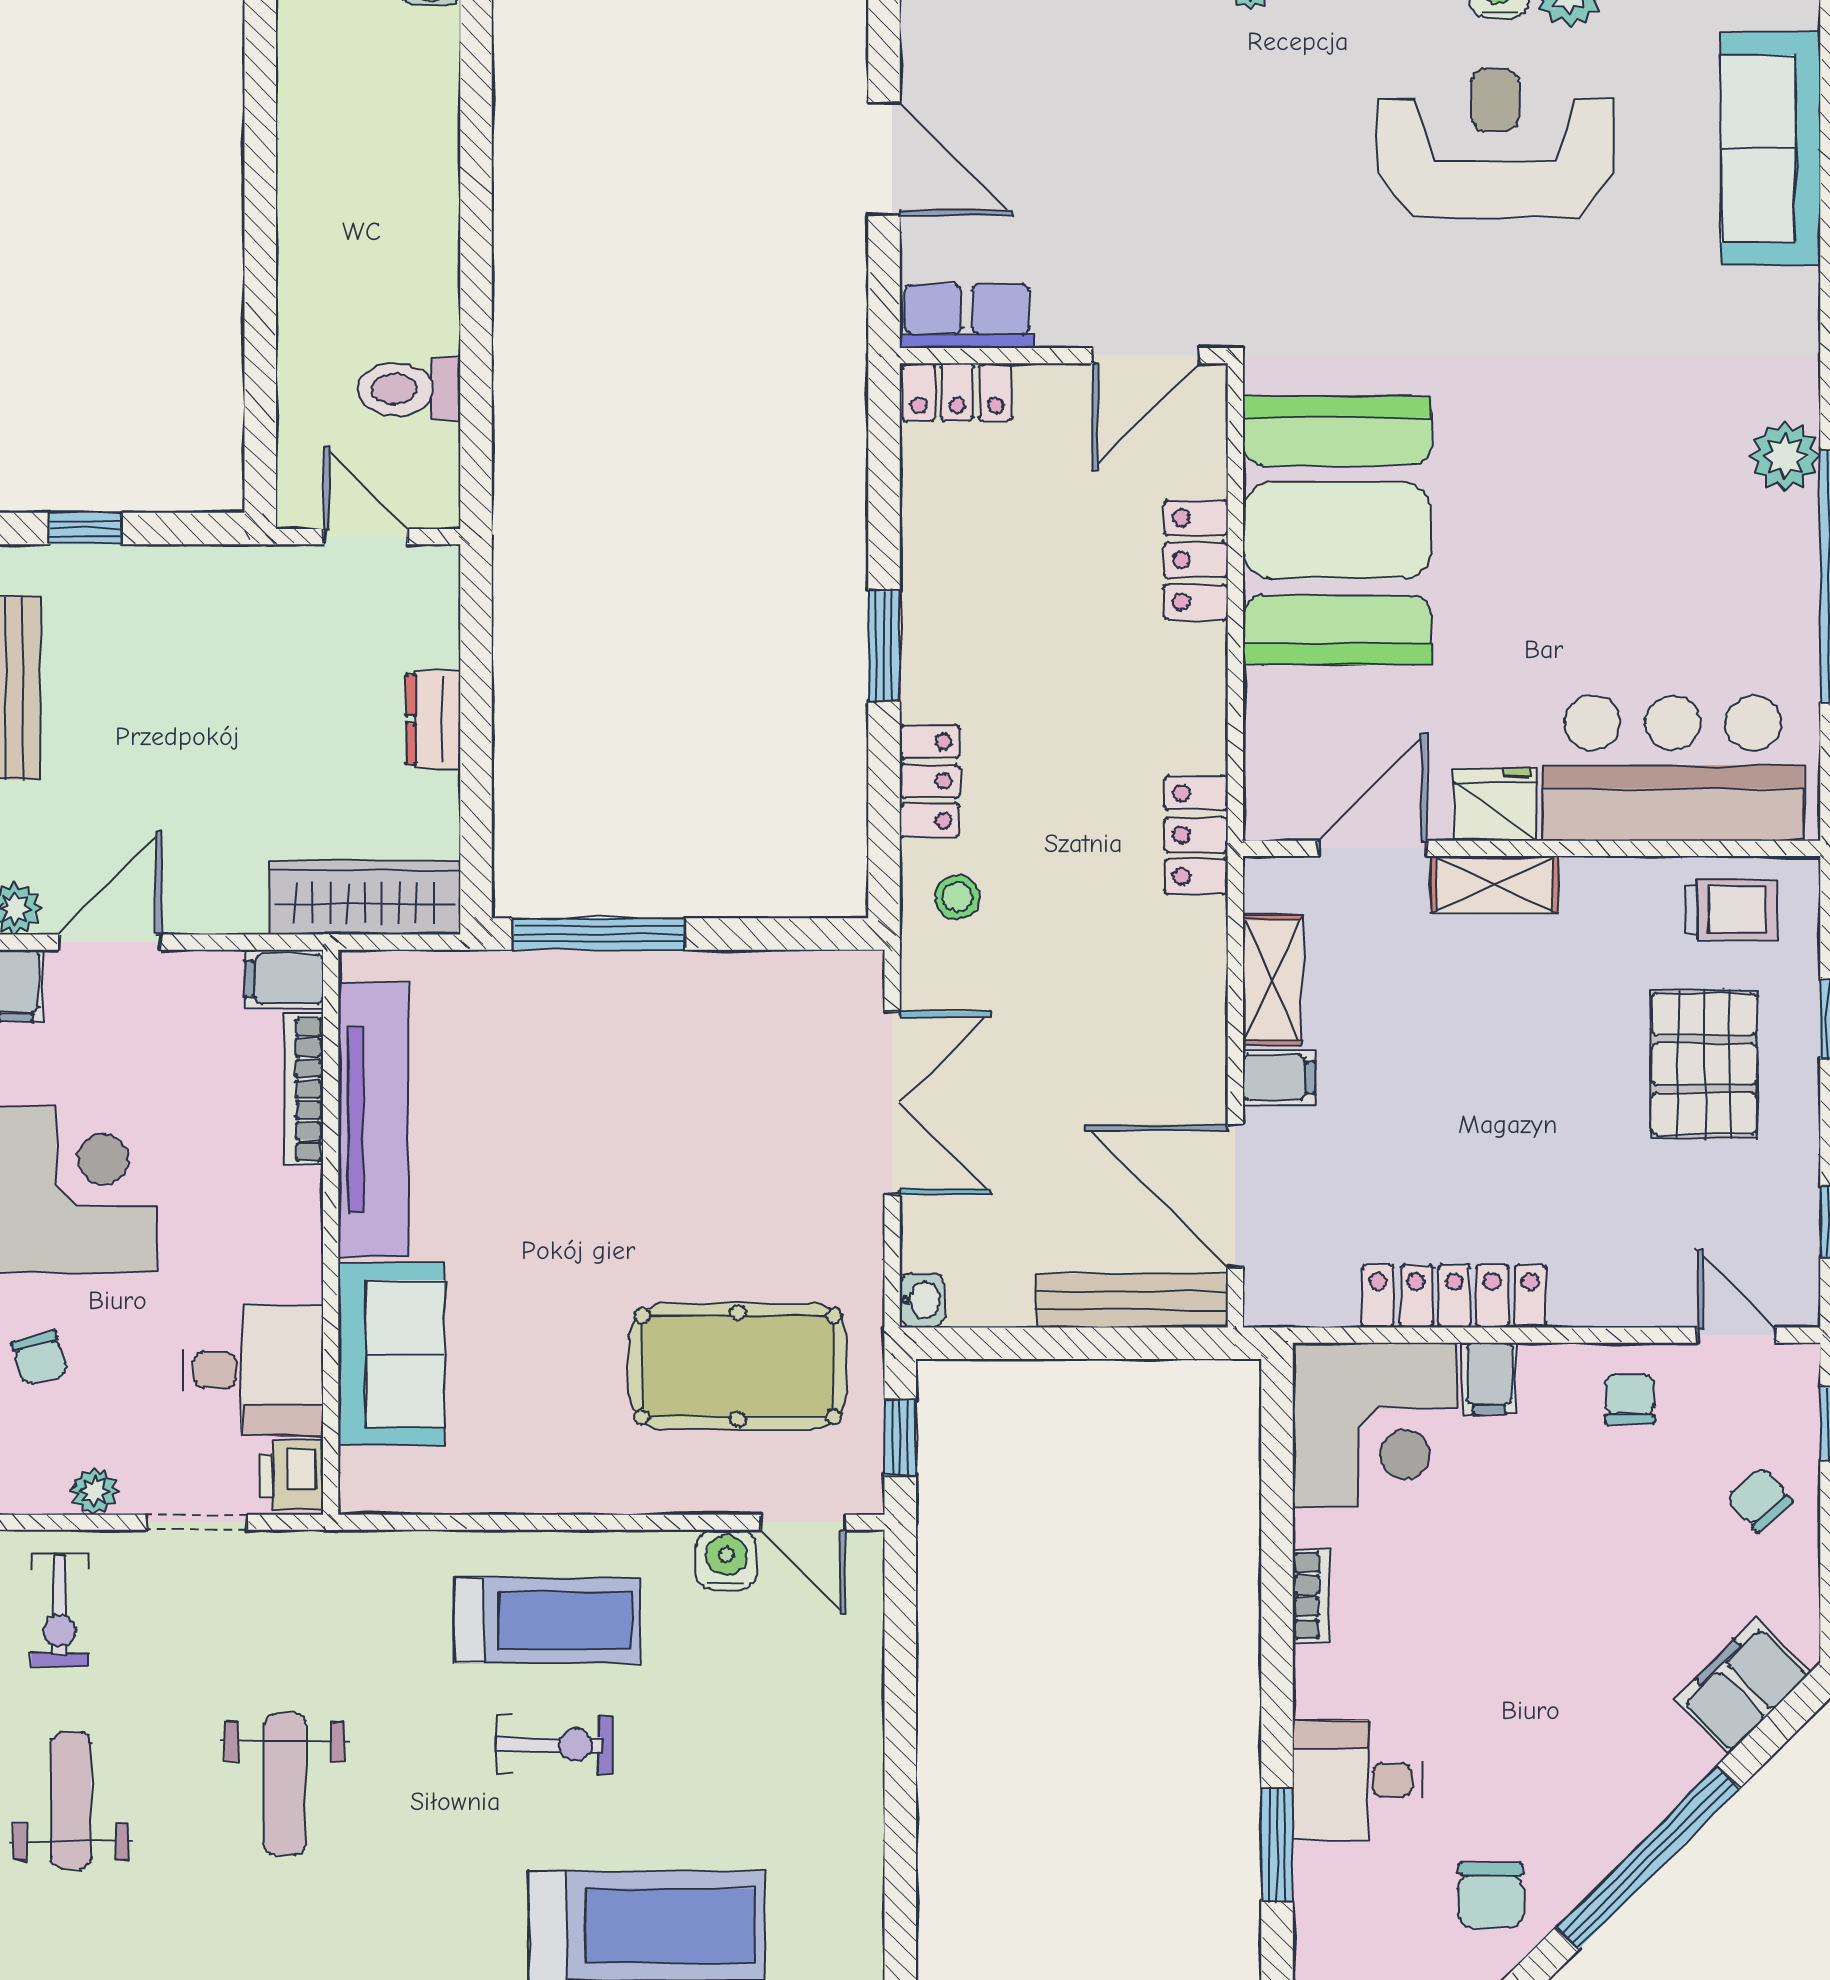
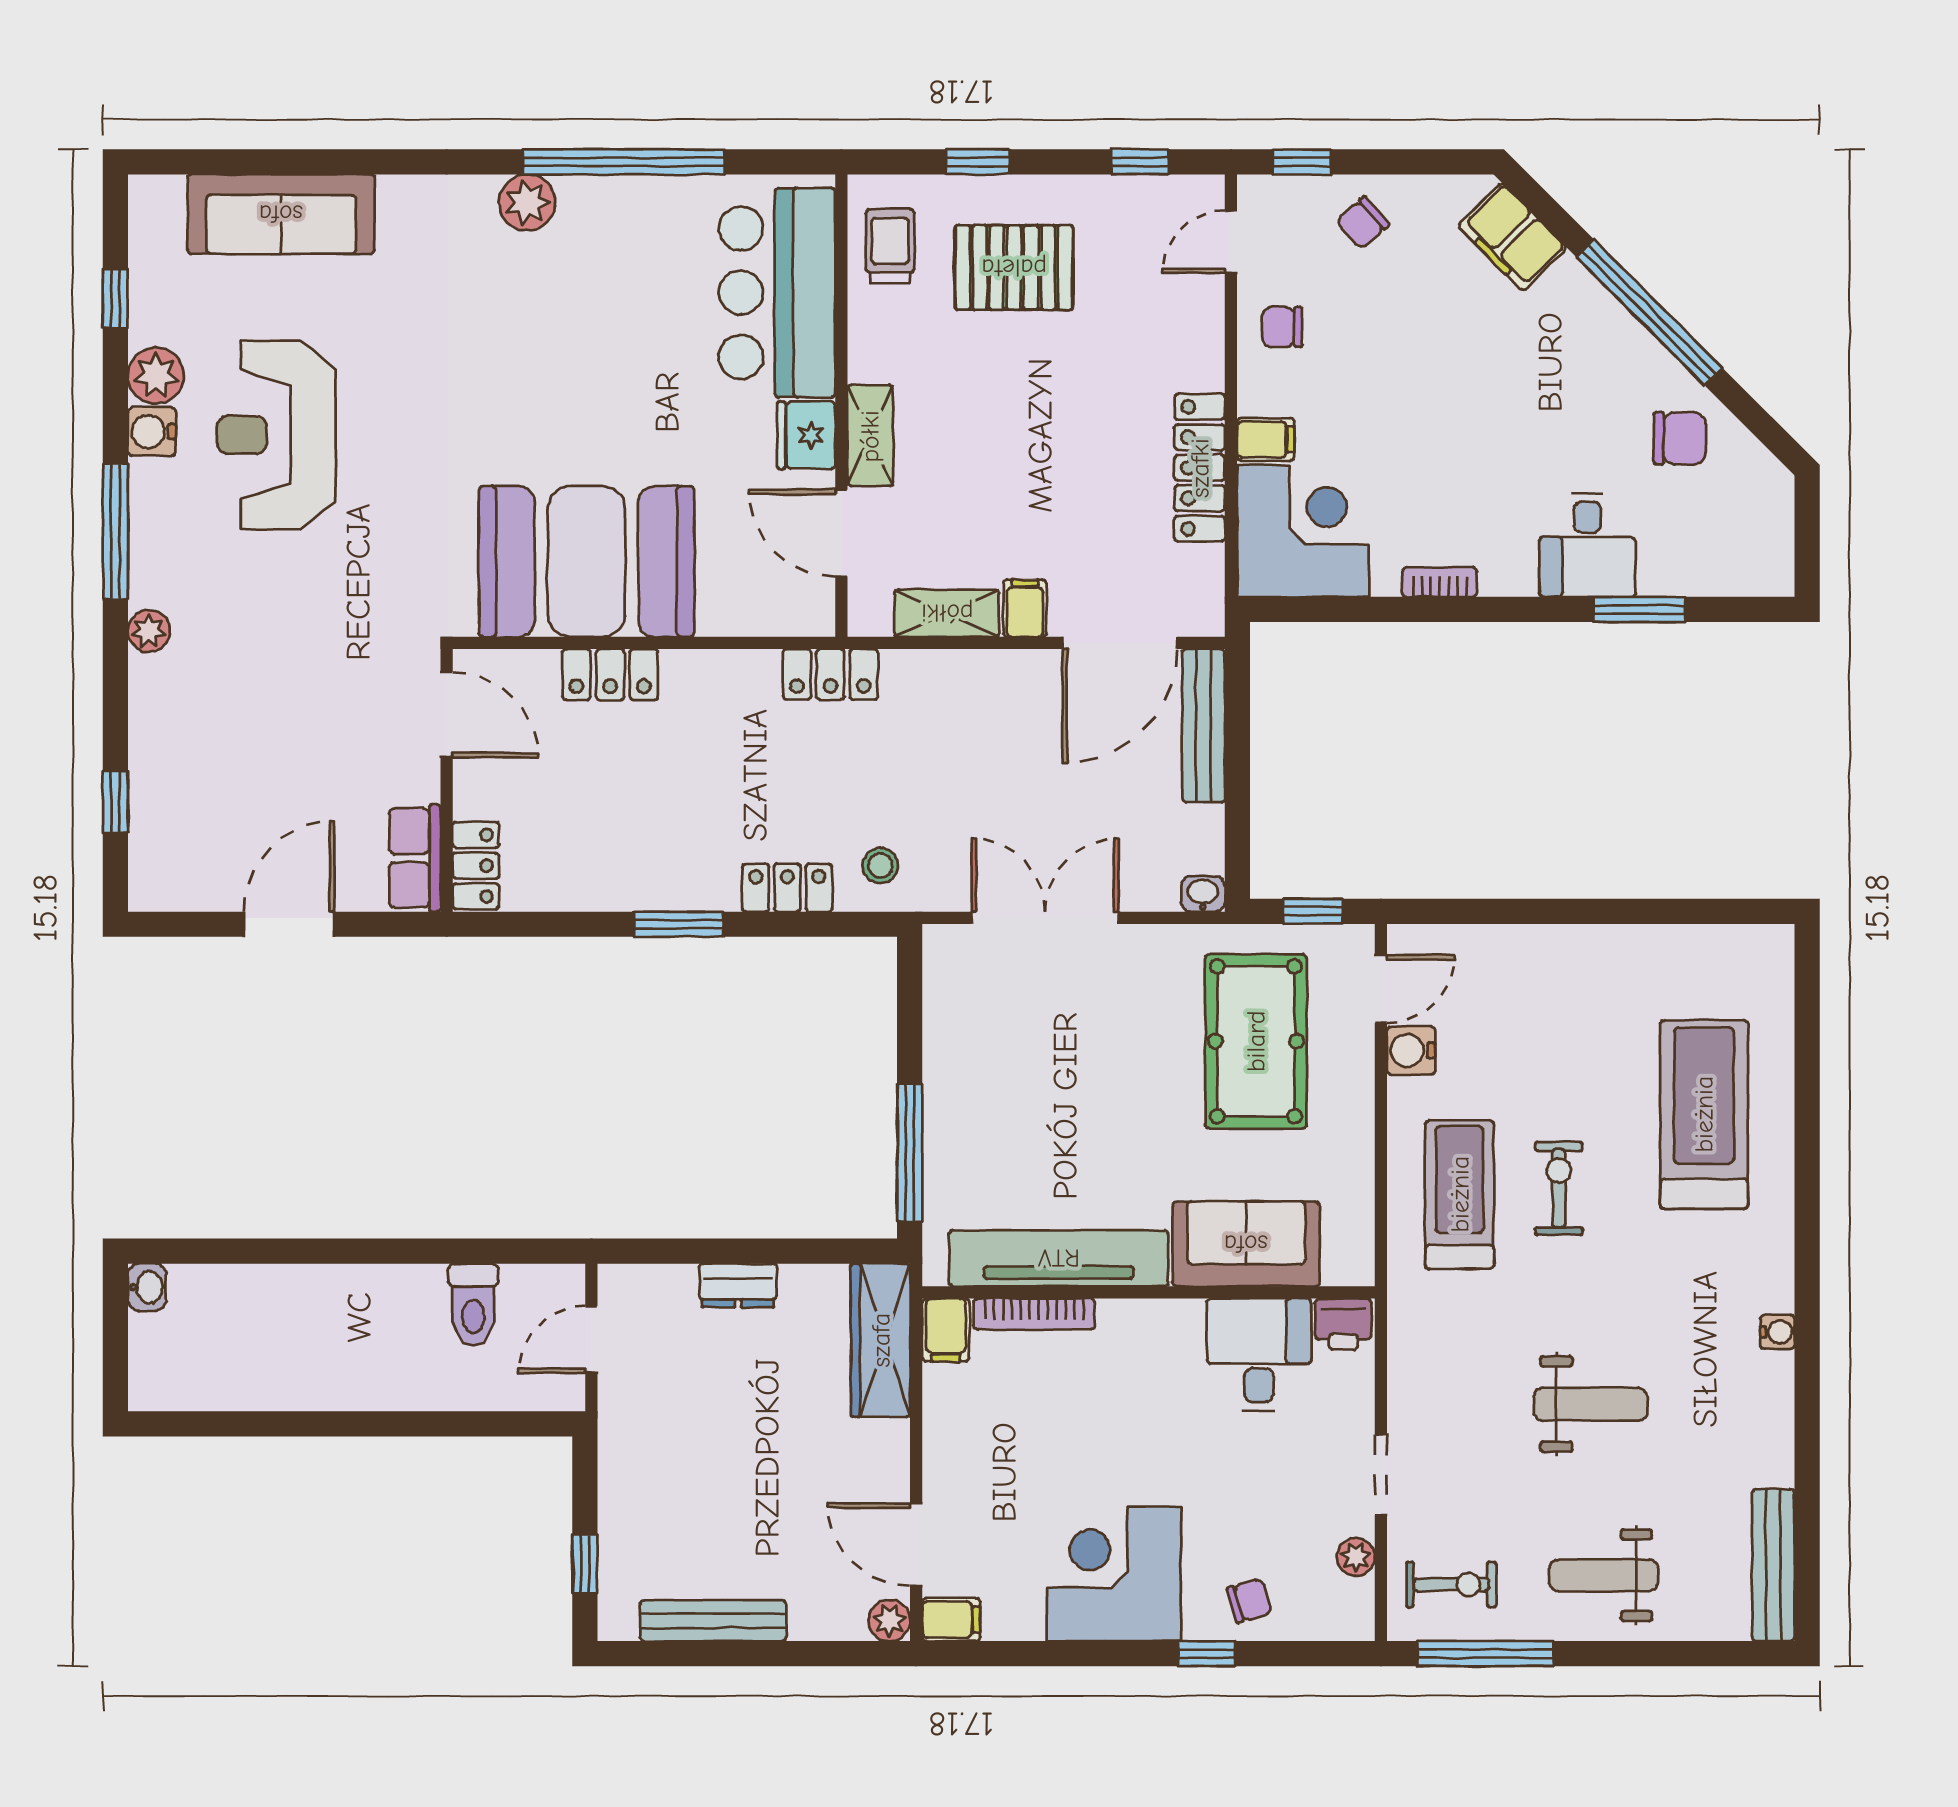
filing cabinet: (284, 979) -> (946, 1330), moved
bookcase: (304, 1089) -> (1034, 1314), moved
tv unit: (373, 1120) -> (1059, 1258), moved
wall: (331, 1232) -> (1149, 1292), moved
sofa: (391, 1354) -> (1246, 1244), moved
desk: (253, 1370) -> (1259, 1355), moved
printer: (291, 1475) -> (1343, 1324), moved

